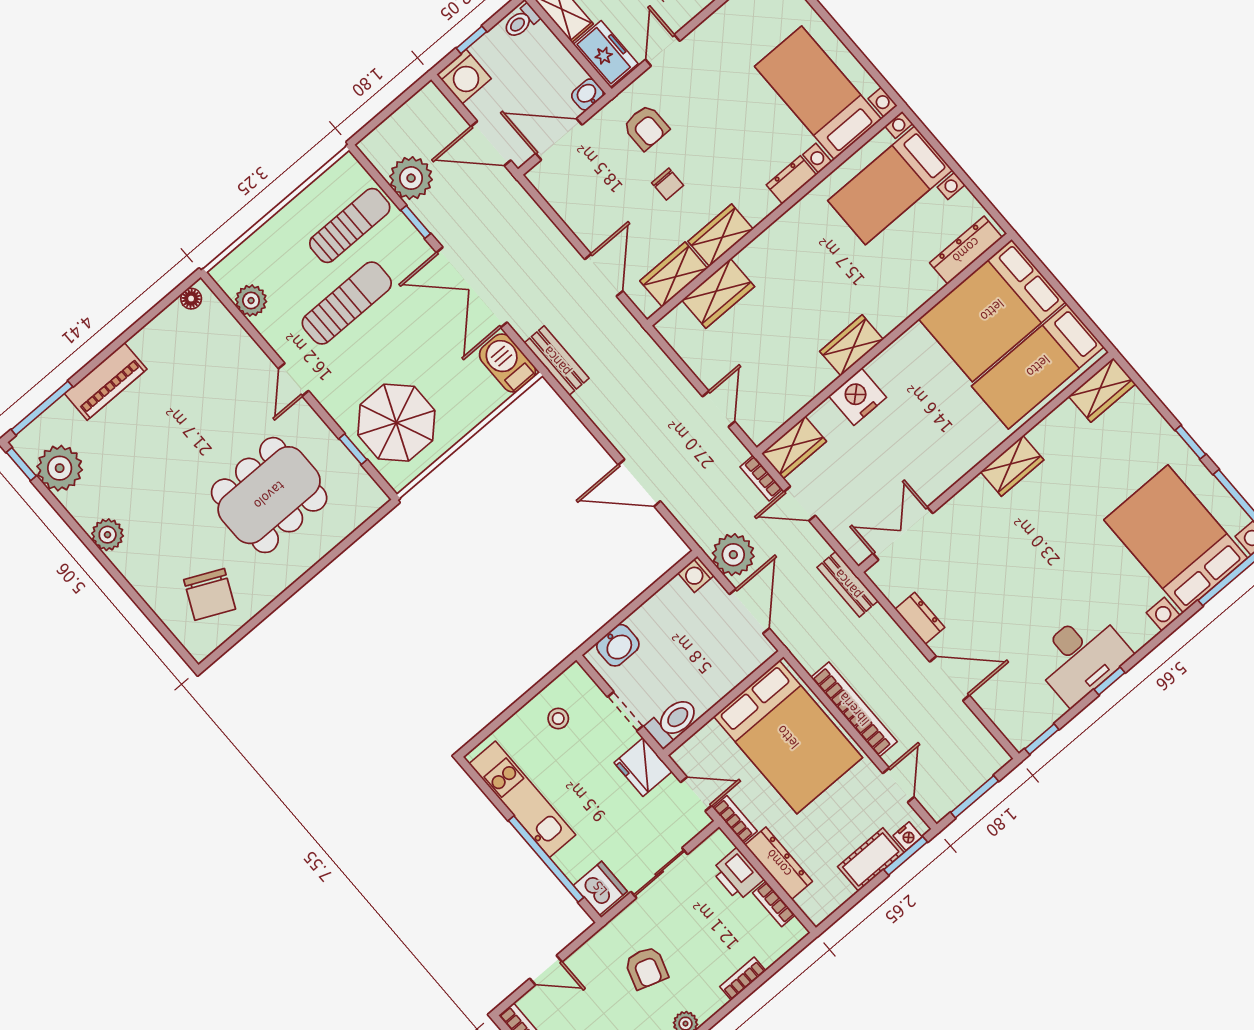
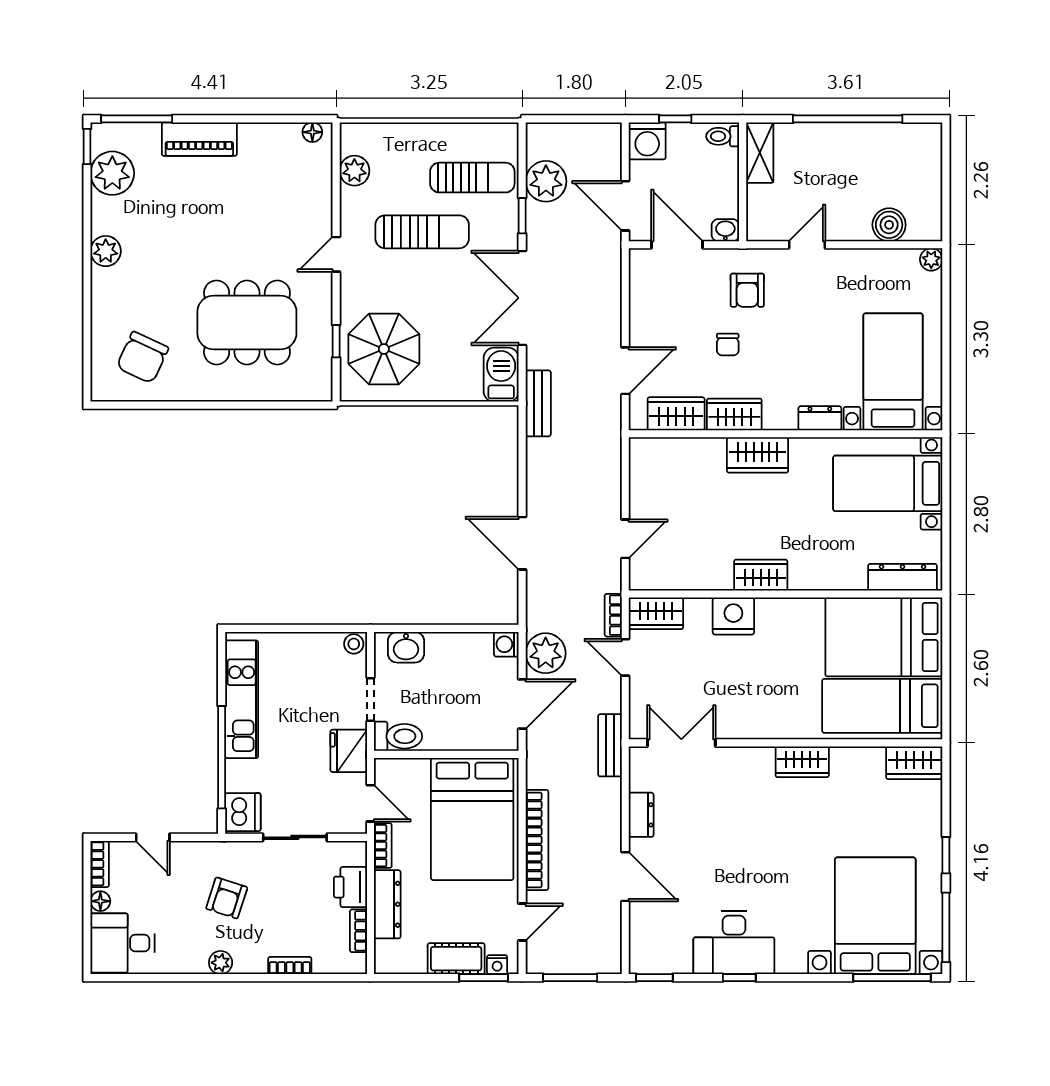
freezer: (606, 54) -> (764, 212), removed
wardrobe: (718, 293) -> (758, 455), moved
stool: (558, 719) -> (354, 644), moved

